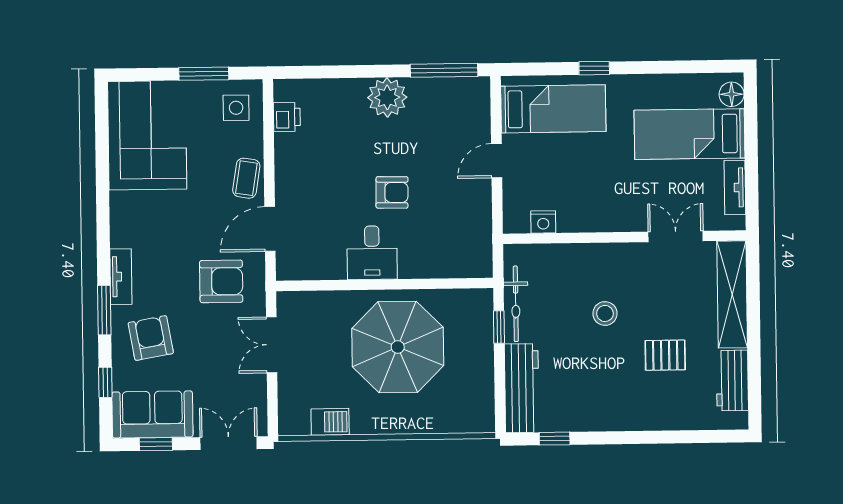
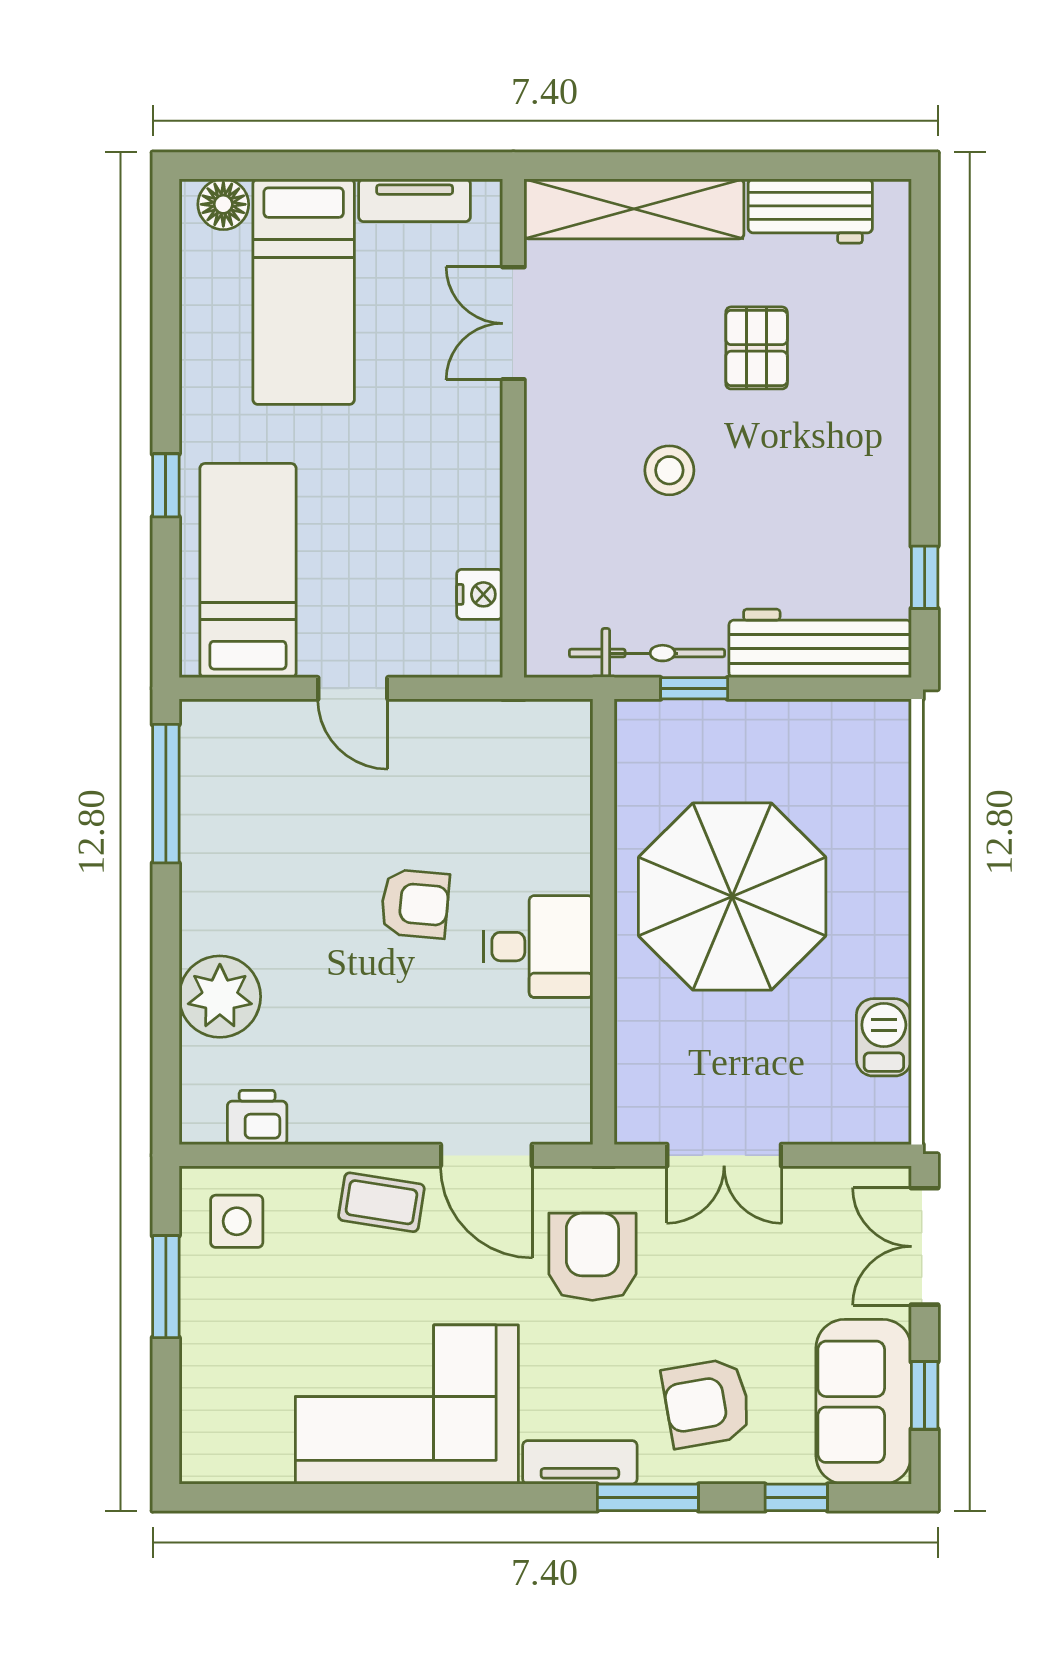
plant: (387, 97) -> (220, 997), moved
corner sofa: (147, 135) -> (407, 1405), moved
armchair: (392, 192) -> (415, 904), turned 94

